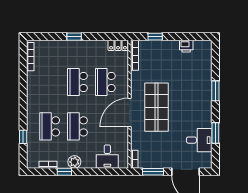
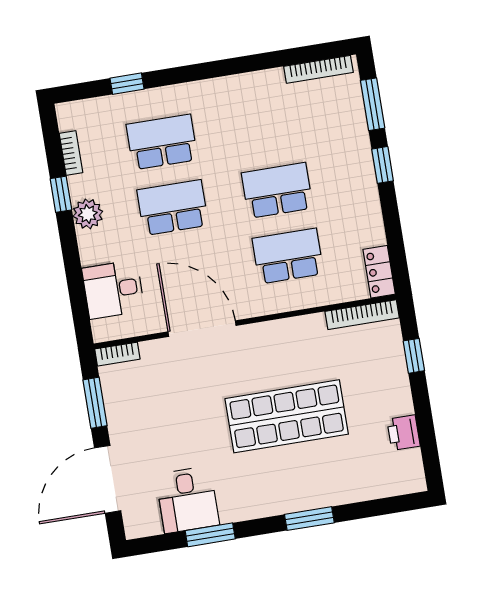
window: (48, 37) -> (373, 104), added
shop shelf: (156, 107) -> (287, 416), moved
door: (130, 112) -> (202, 329), moved

